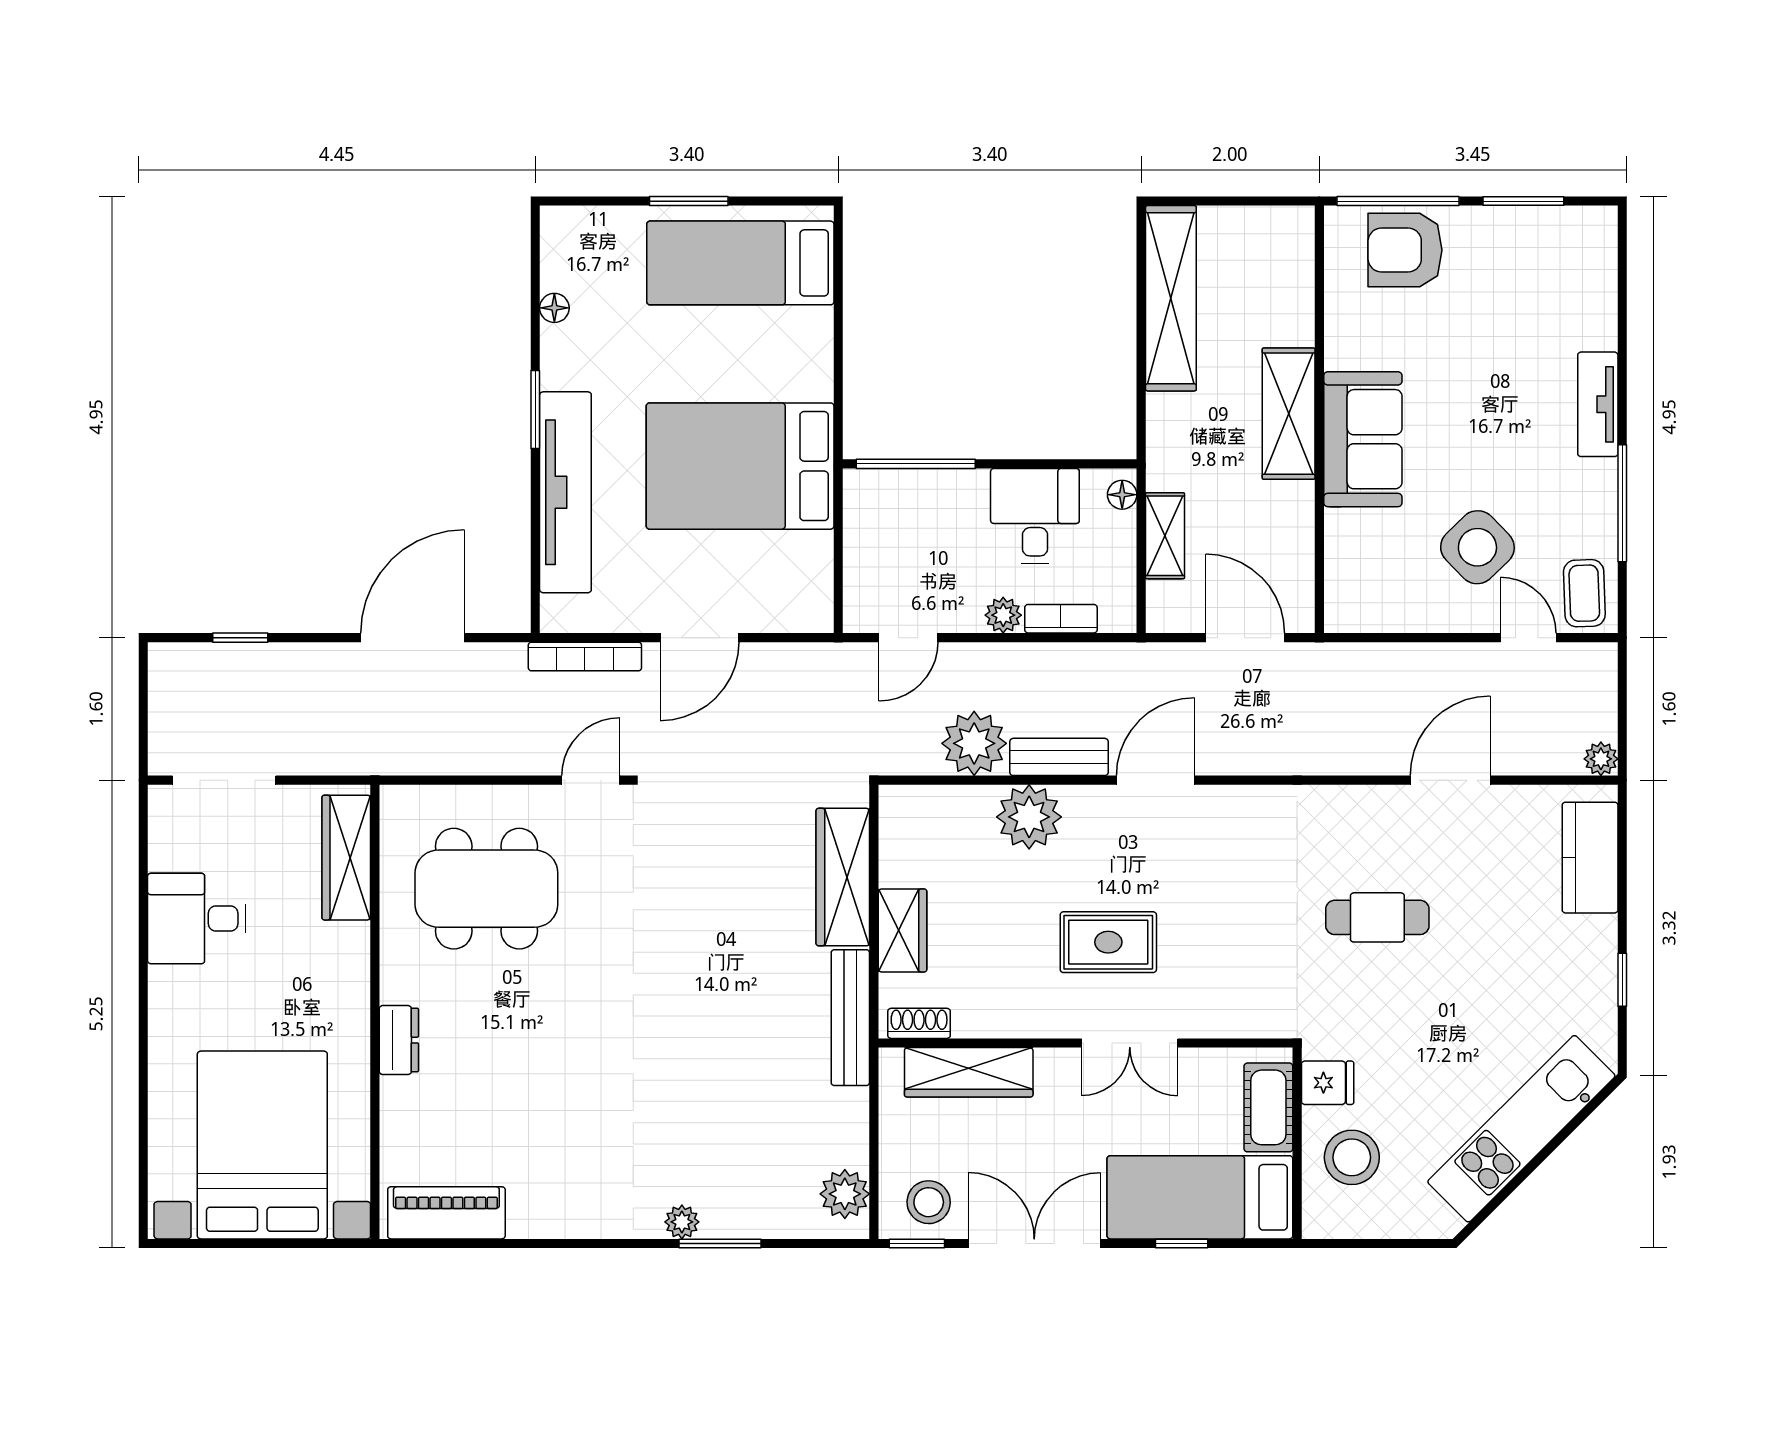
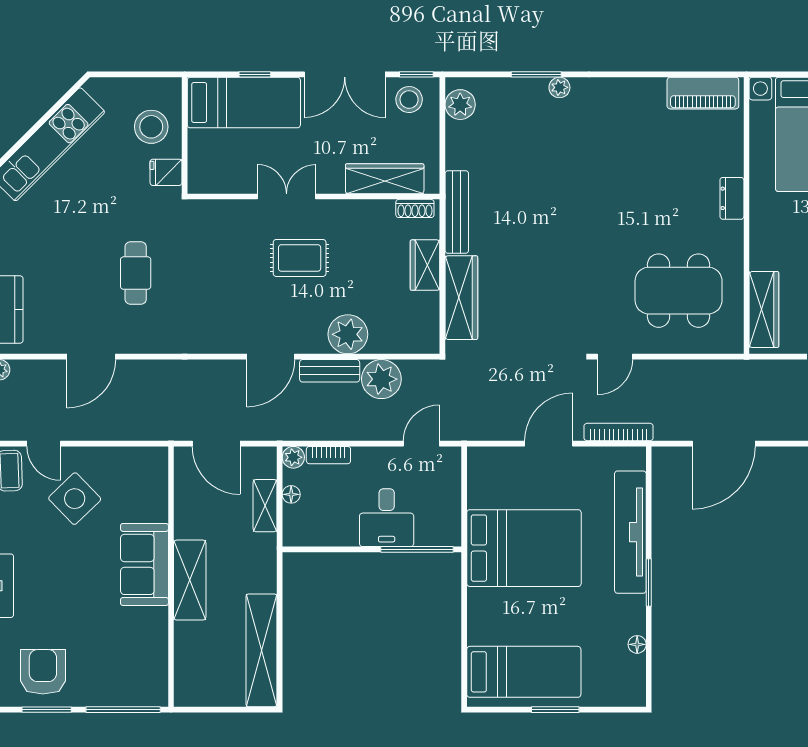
armchair: (1405, 250) -> (43, 672), moved, turned -90
floor lamp: (1122, 495) -> (291, 494), moved
desk: (1035, 516) -> (387, 518), moved
plant: (1003, 615) -> (293, 457), moved
cafe table: (1377, 917) -> (136, 273), turned 90
cot: (1268, 1107) -> (202, 157), removed

